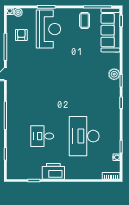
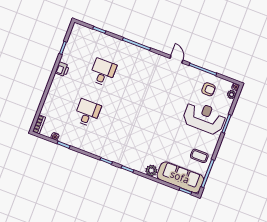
reception desk: (48, 29) -> (204, 118), turned 180
plant: (114, 74) -> (151, 171), moved
desk: (84, 136) -> (87, 113), width x0.53, depth x0.77
printer: (53, 171) -> (62, 69), width x0.53, depth x0.68

